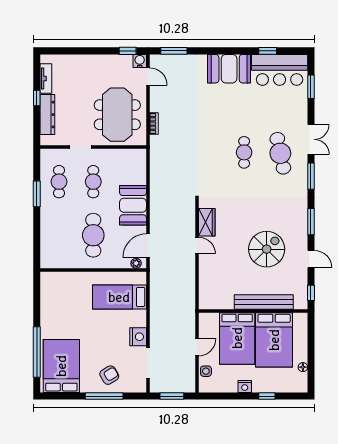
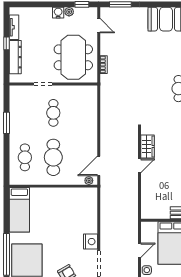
plant: (112, 60) -> (69, 12), added
water cooler: (140, 61) -> (58, 13), moved
cafe table: (59, 182) -> (25, 157), moved
booth: (133, 205) -> (86, 132), removed
door: (197, 245) -> (139, 166), hinge flipped
bed: (119, 297) -> (19, 210), moved, turned -90

